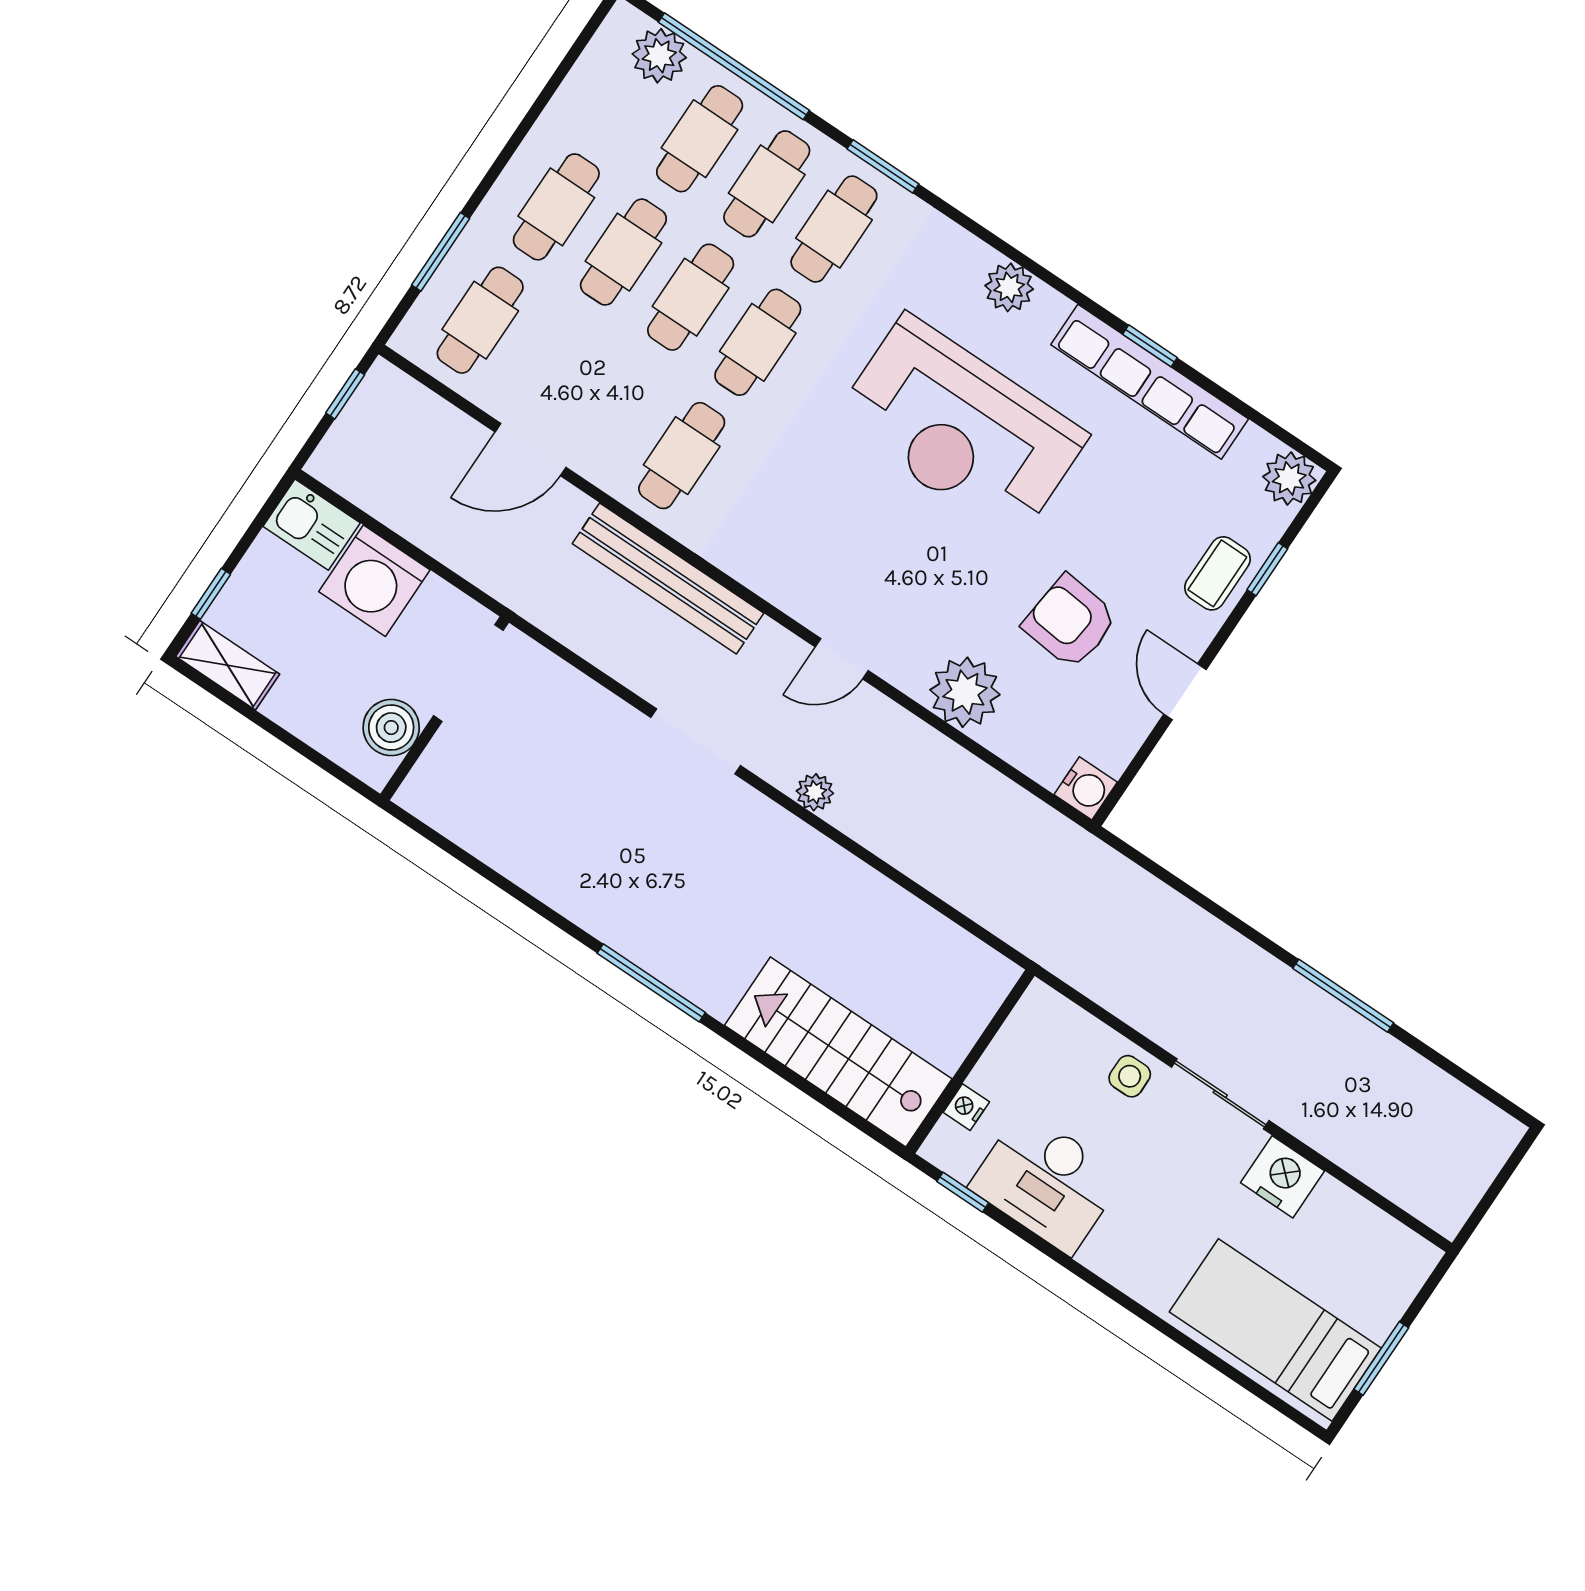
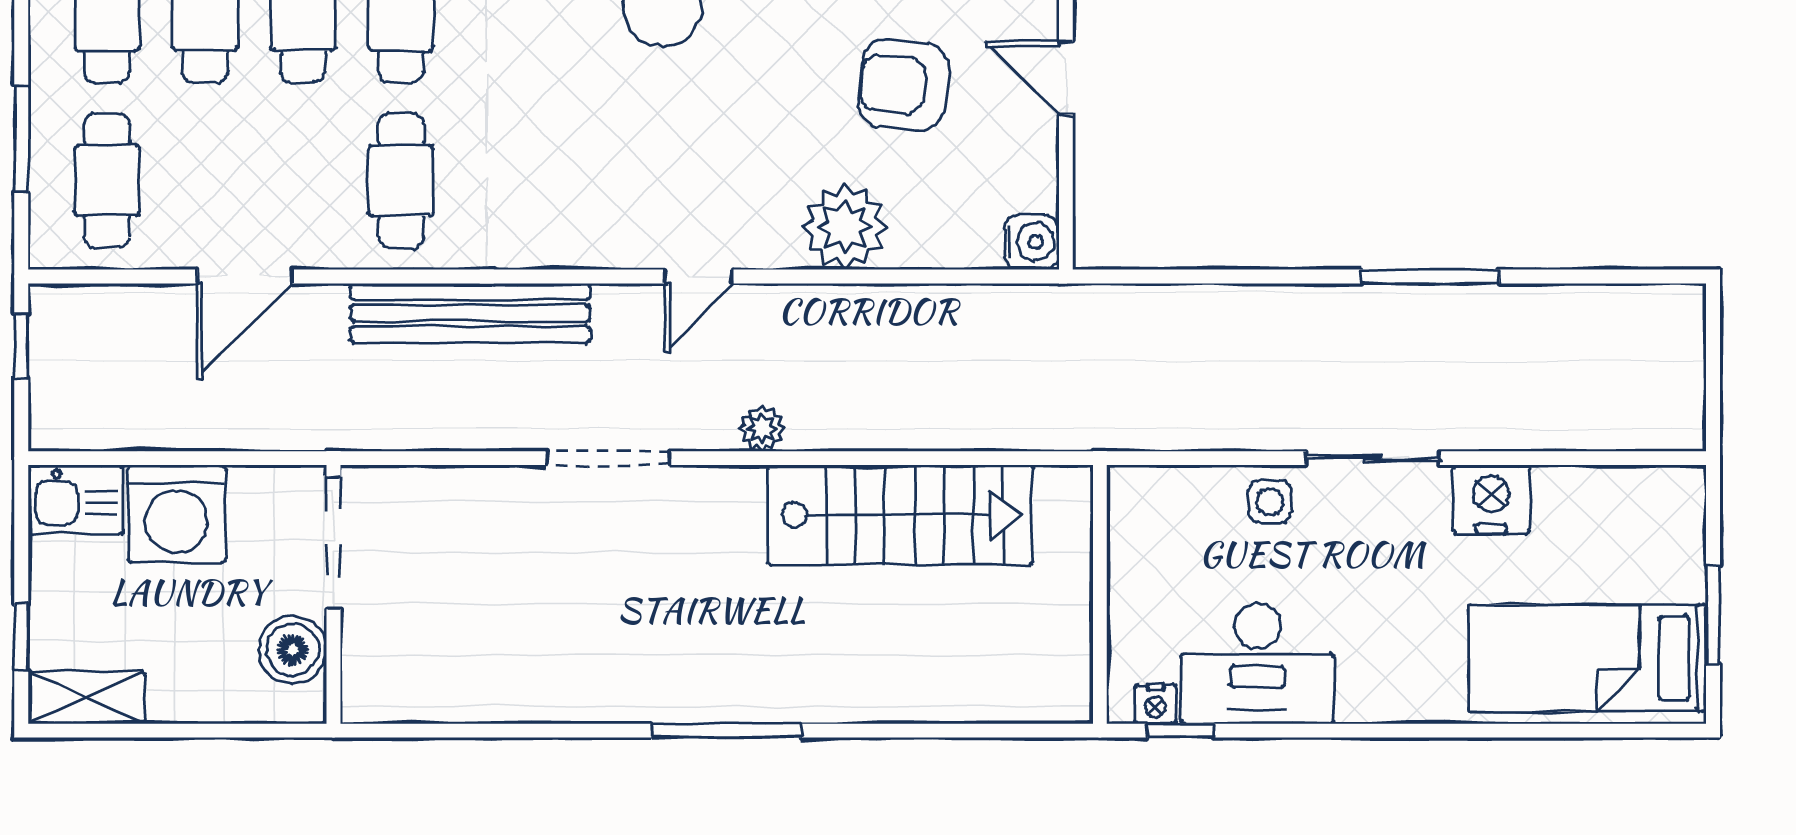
stairs: (838, 1052) -> (900, 515), moved, turned 180
nightstand: (966, 1107) -> (1155, 704), moved, turned -90

